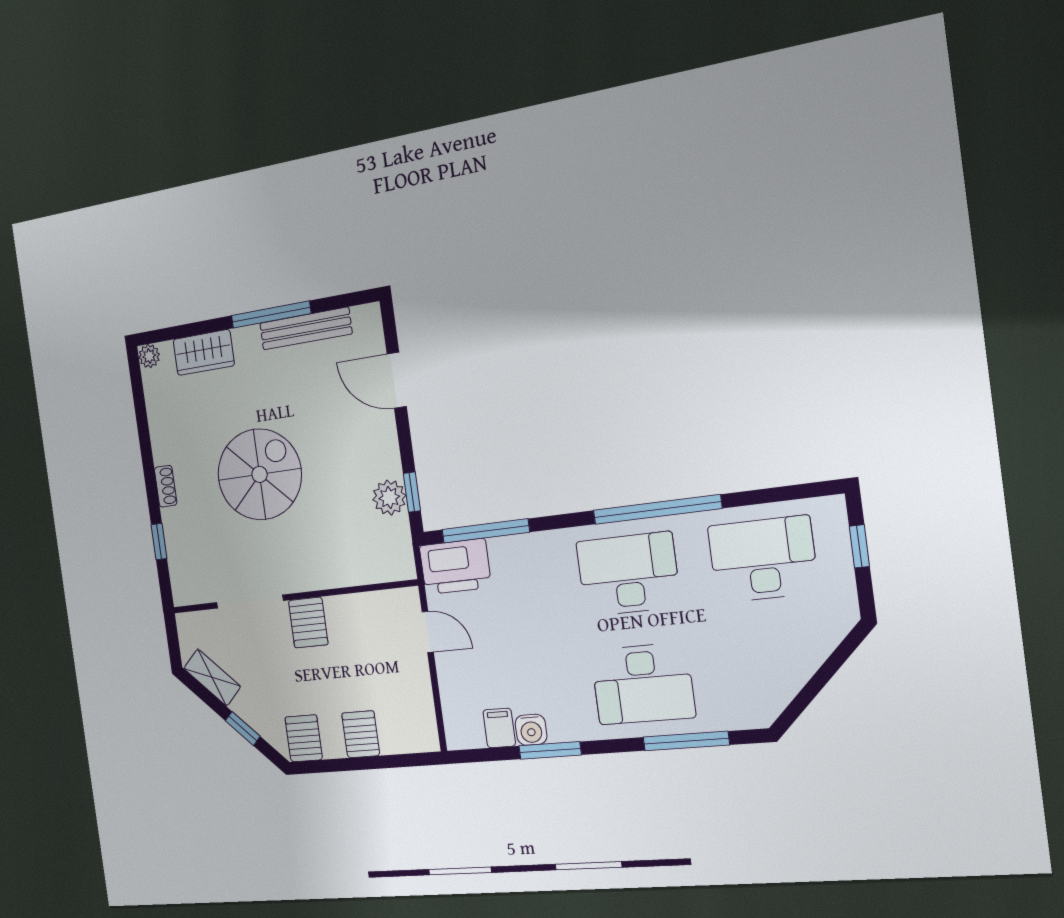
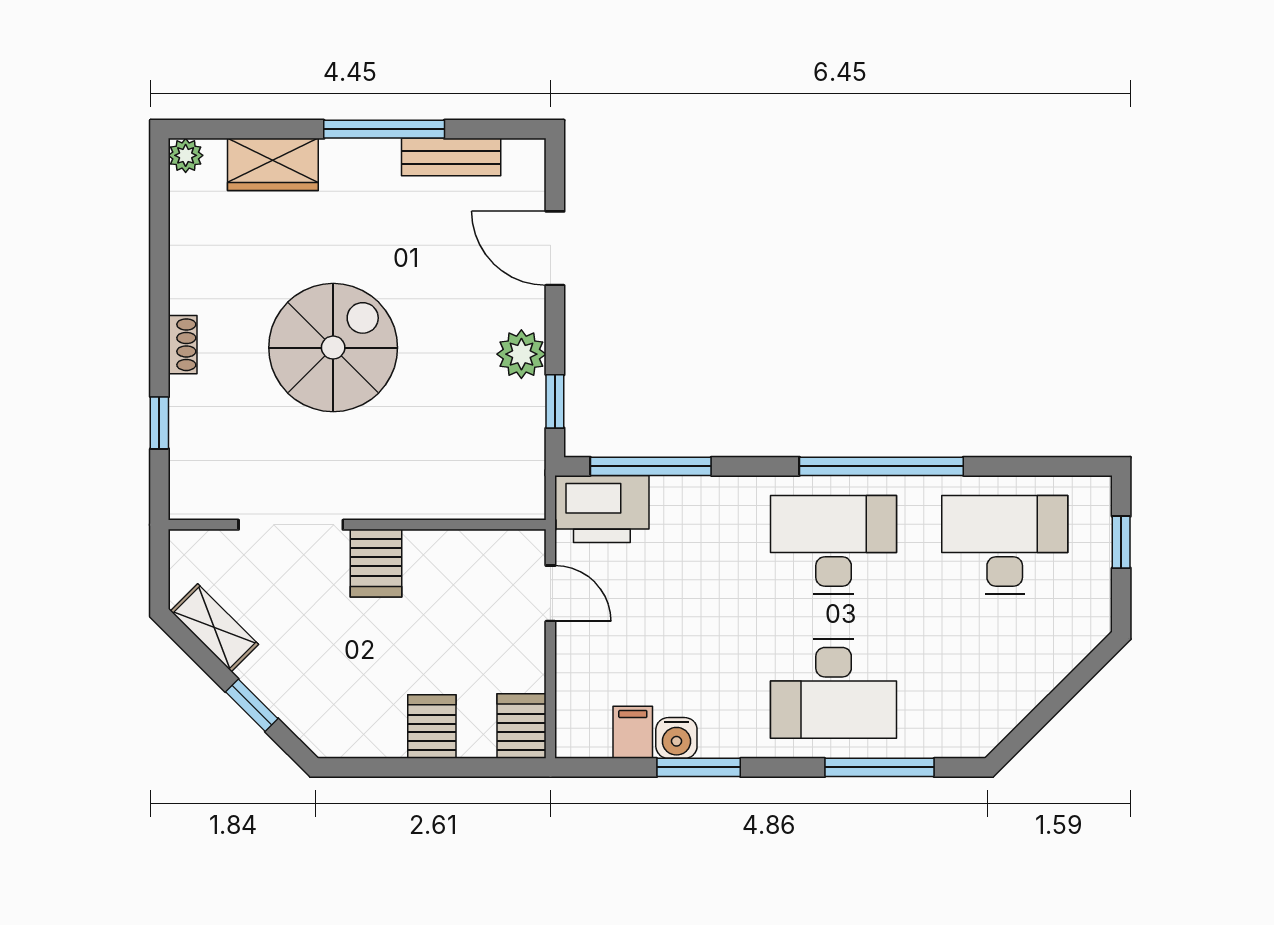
bench: (306, 329) -> (451, 157), width x0.73
plant: (389, 498) -> (521, 354), moved
server rack: (304, 738) -> (522, 726), moved

